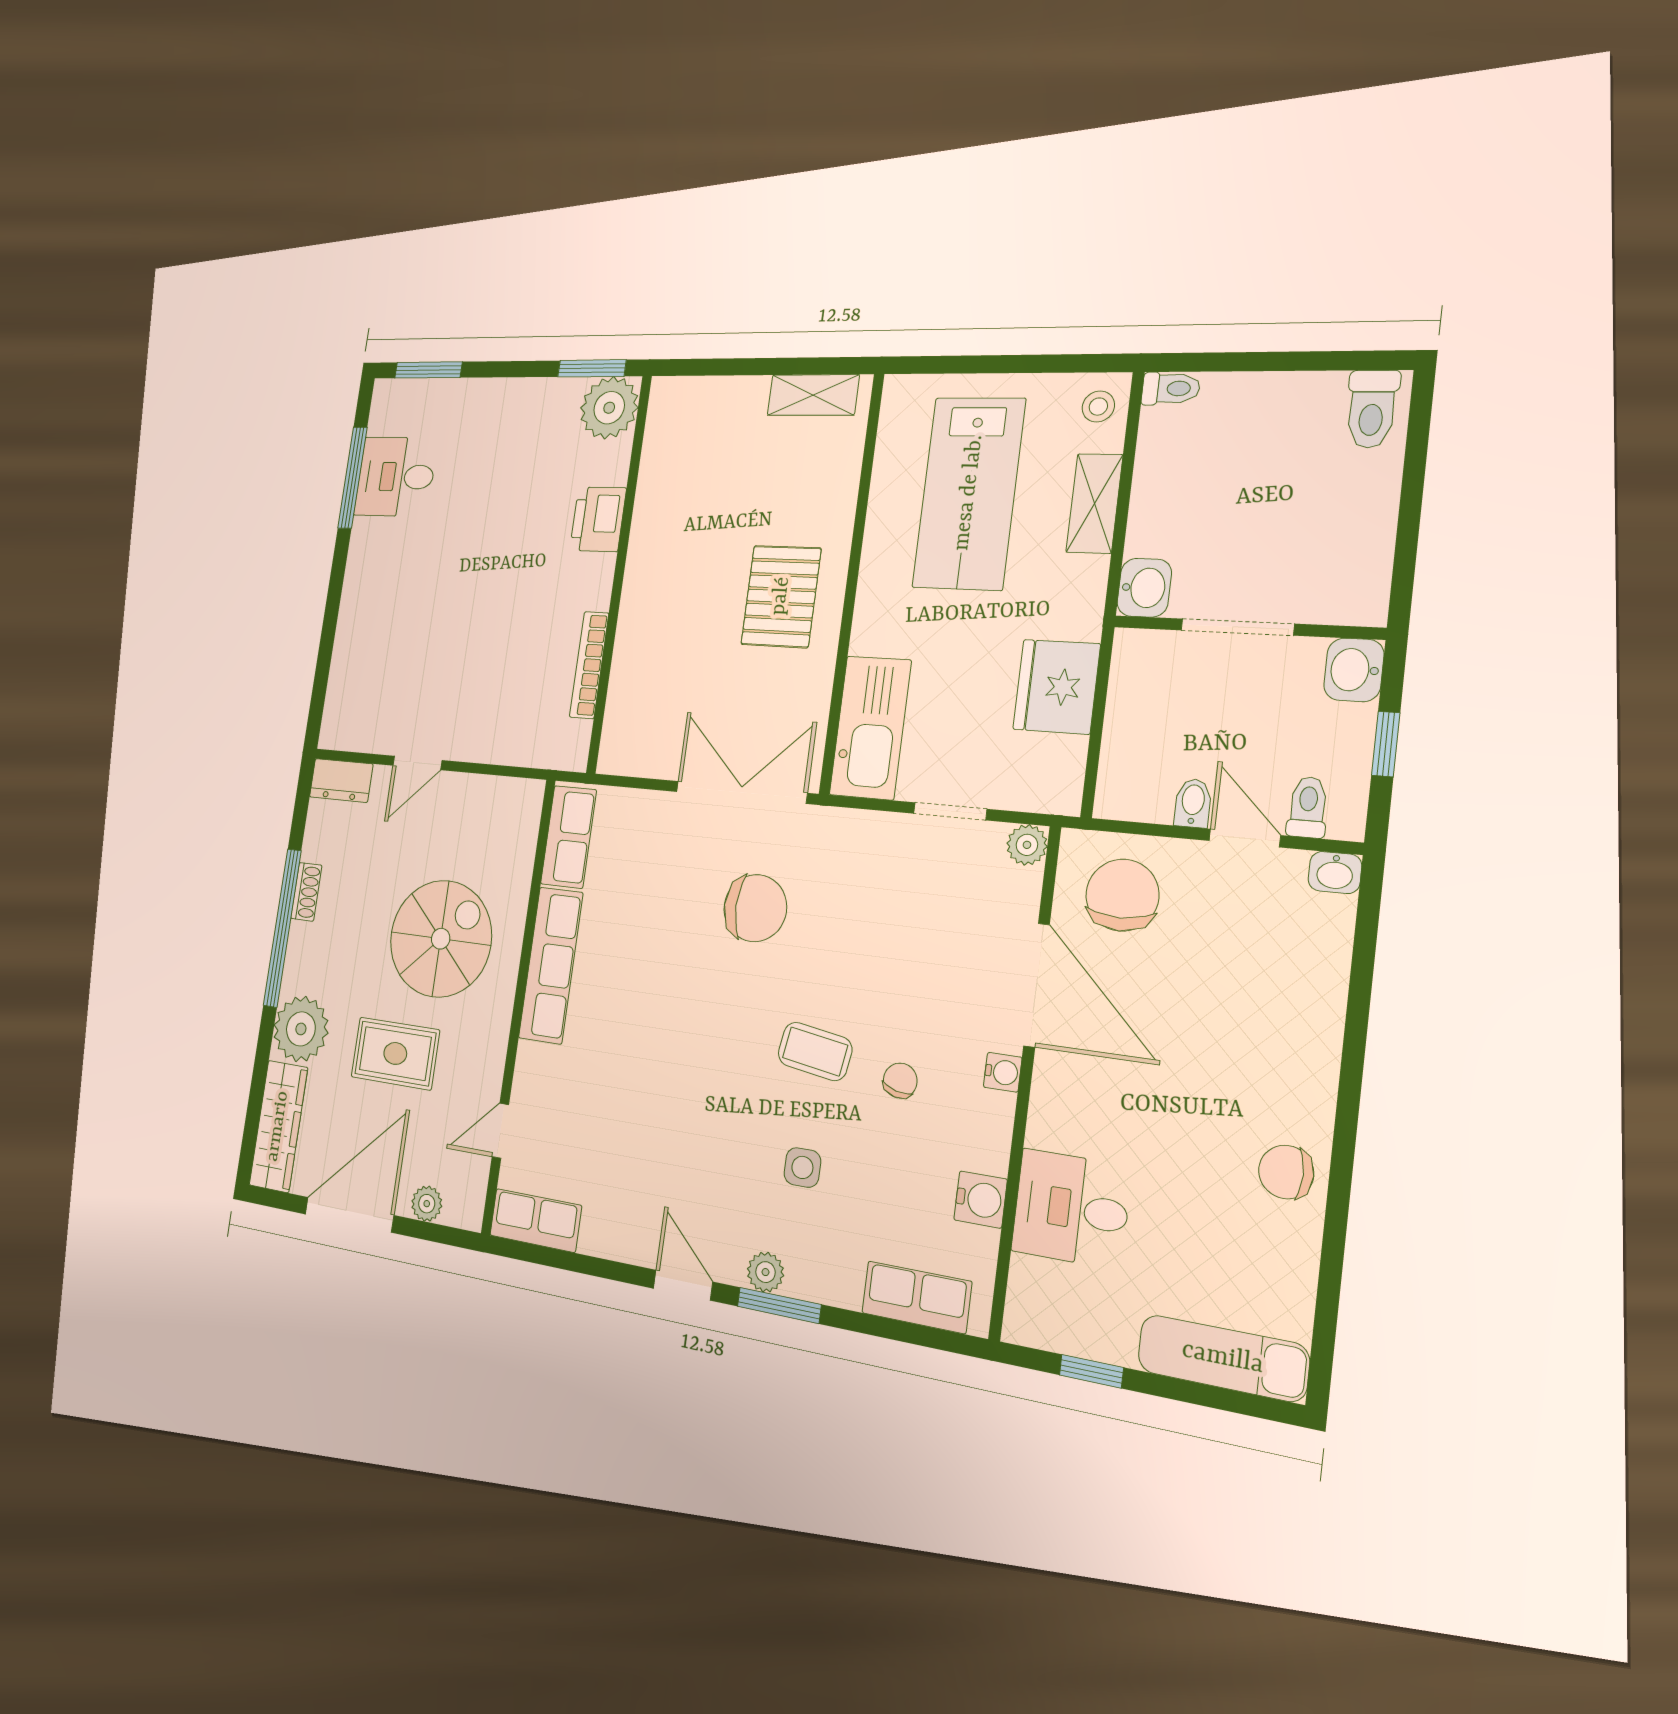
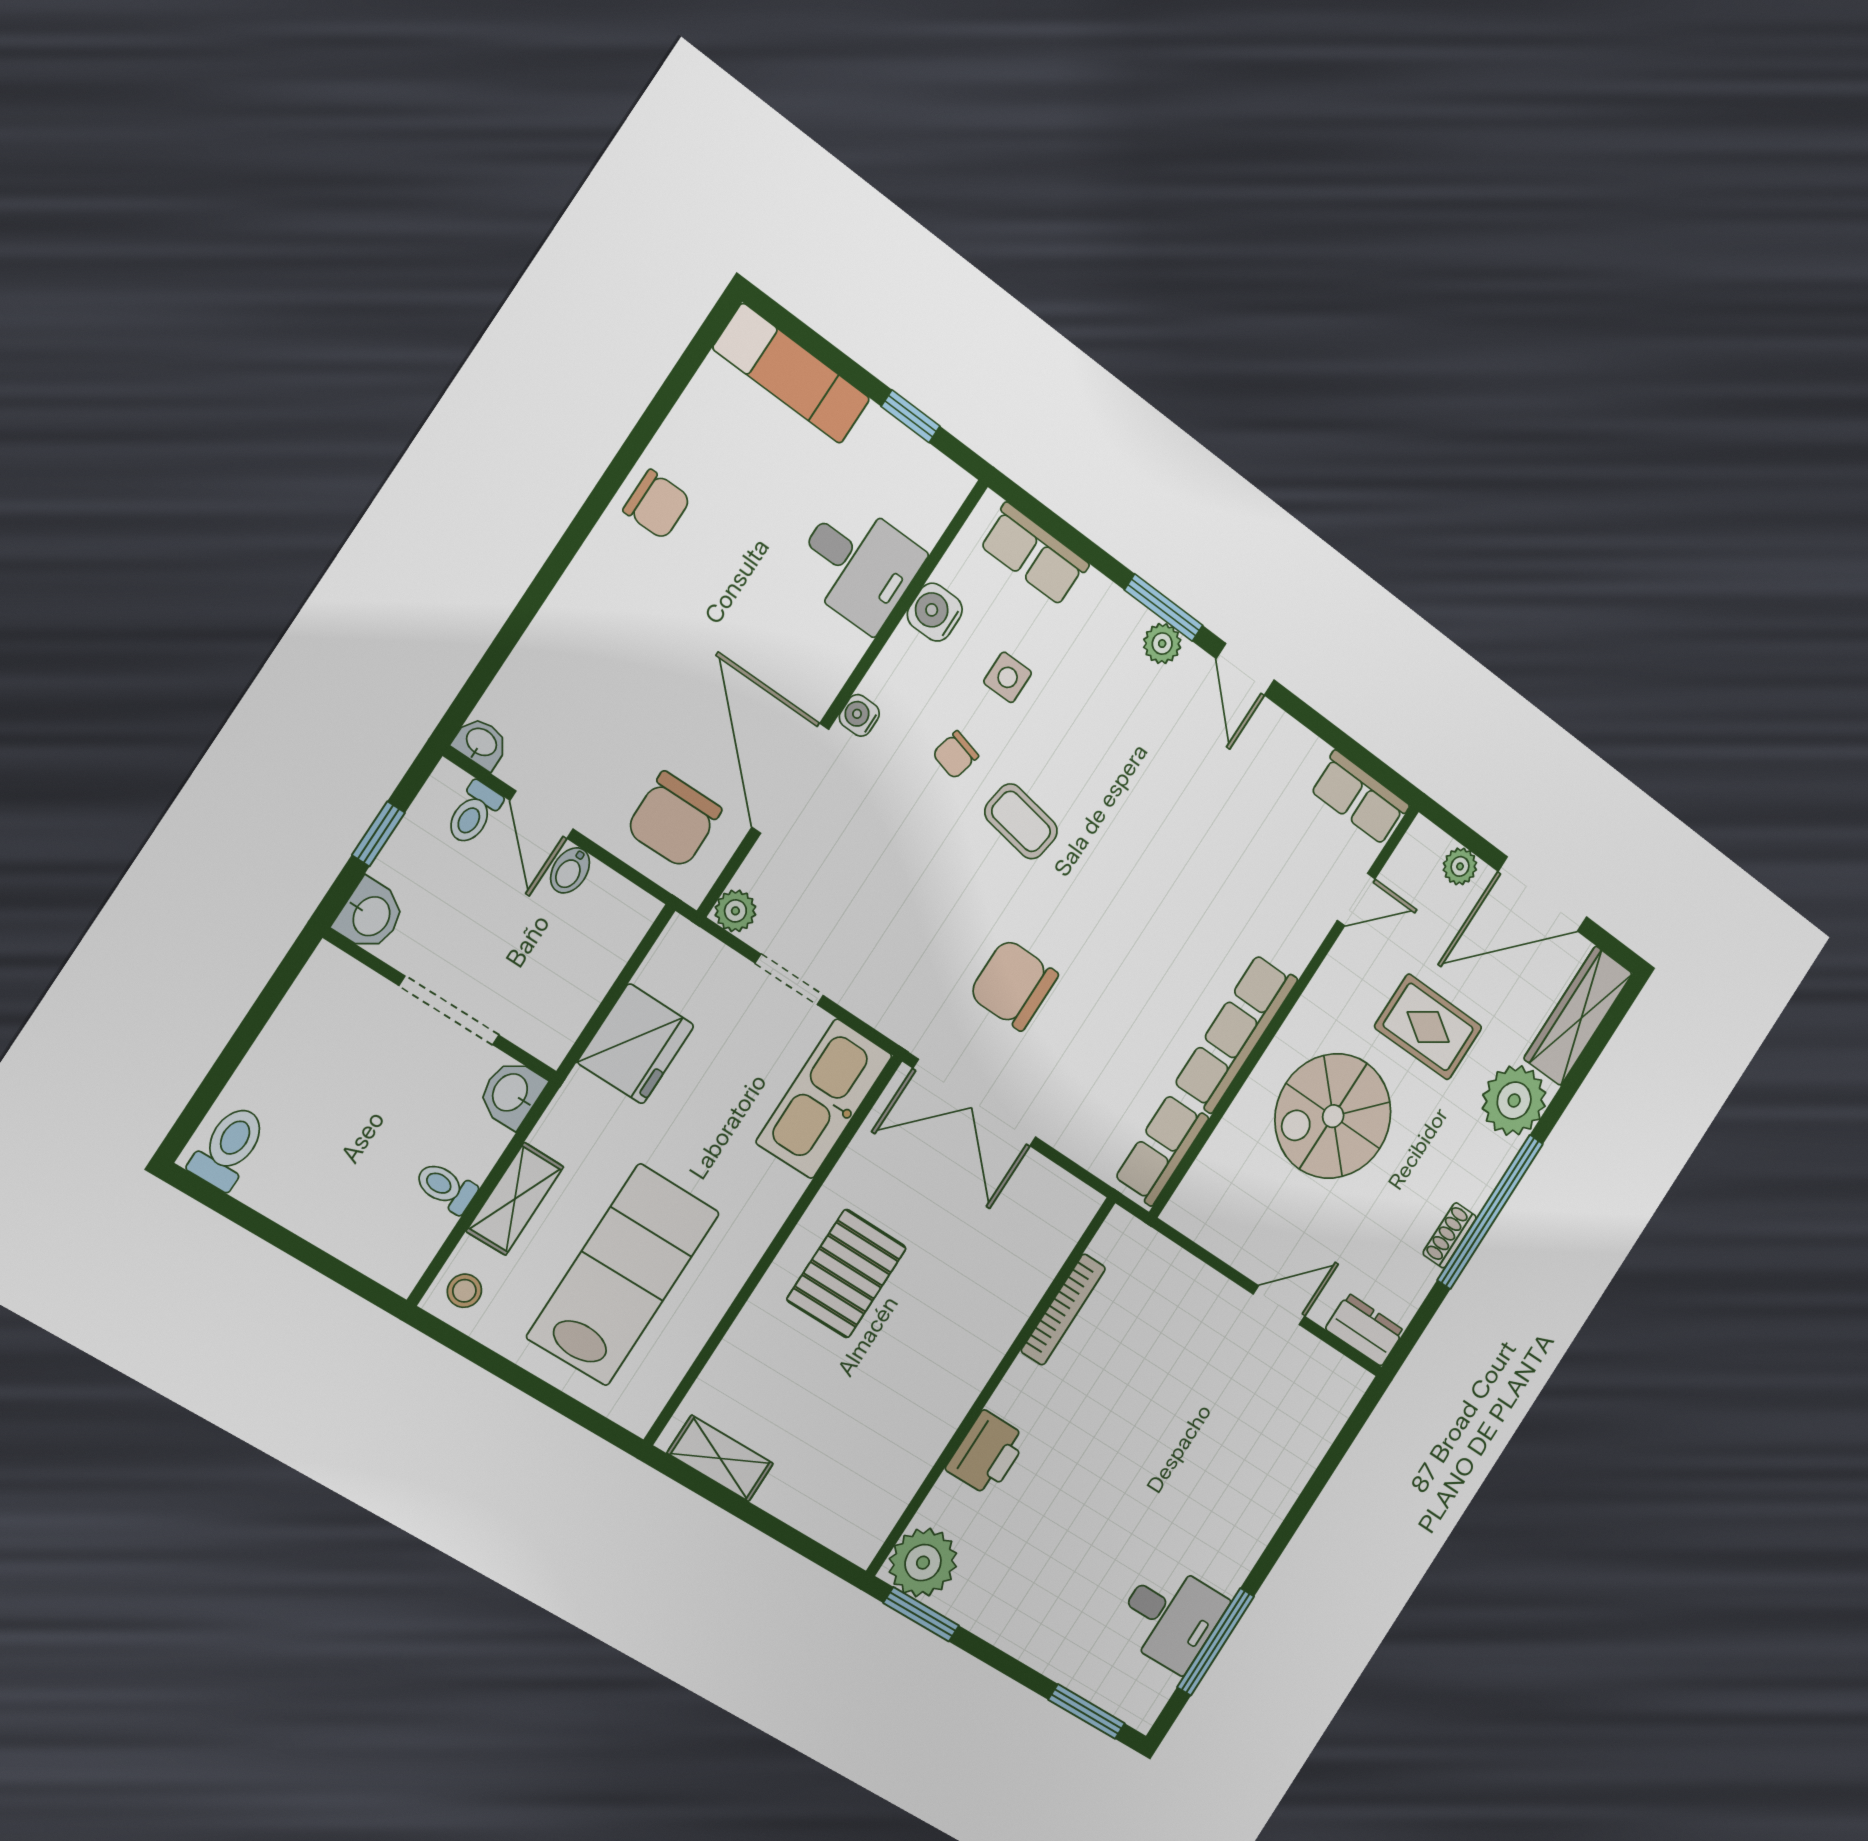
toilet: (1171, 389) -> (446, 1187), moved
side table: (802, 1167) -> (1008, 677), moved

